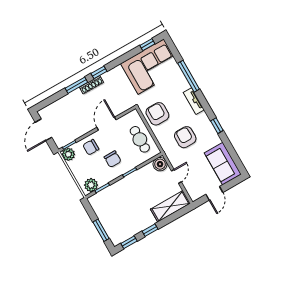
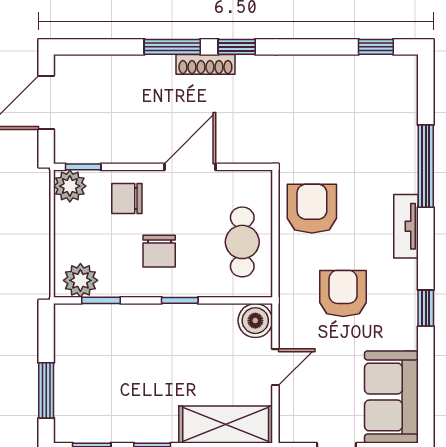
corner sofa: (151, 67) -> (356, 99), removed

